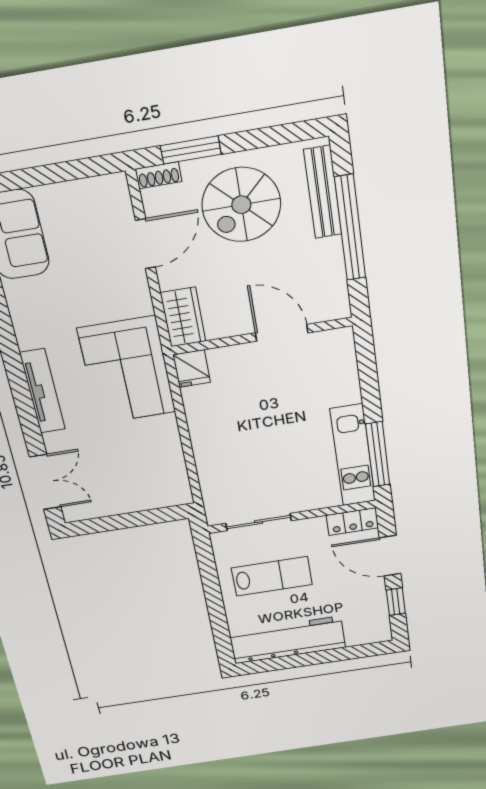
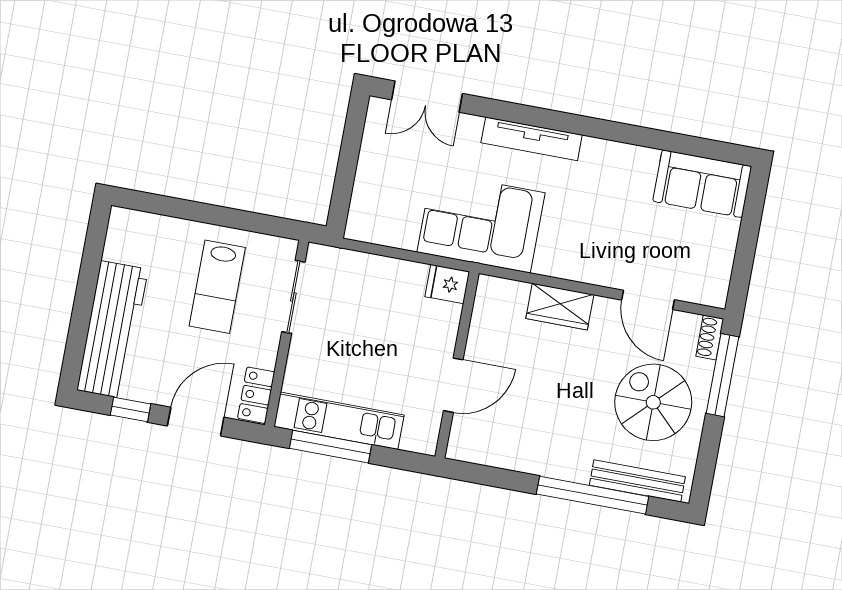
window: (191, 150) -> (722, 375), width x1.44
door: (282, 333) -> (453, 385), moved
wall: (262, 336) -> (457, 365), moved
fridge: (192, 369) -> (447, 284), moved
corner sofa: (127, 371) -> (481, 223), moved
workbench: (287, 640) -> (112, 330), moved

